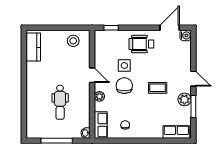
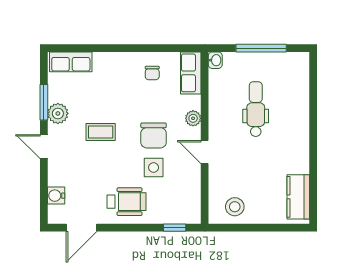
water cooler: (186, 35) -> (56, 196), moved

